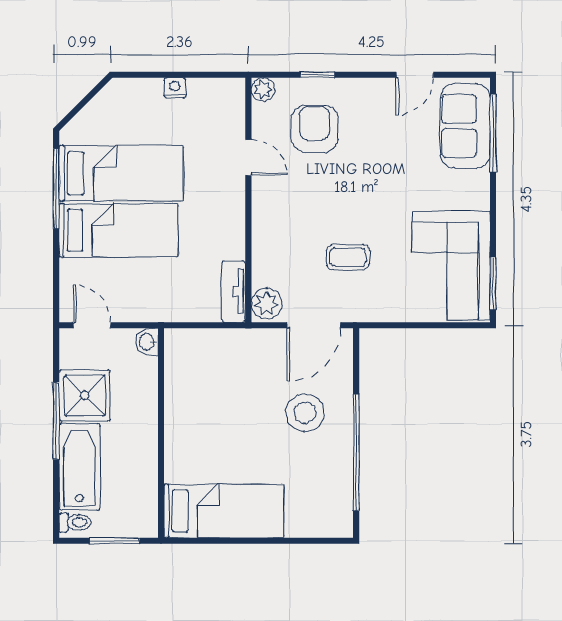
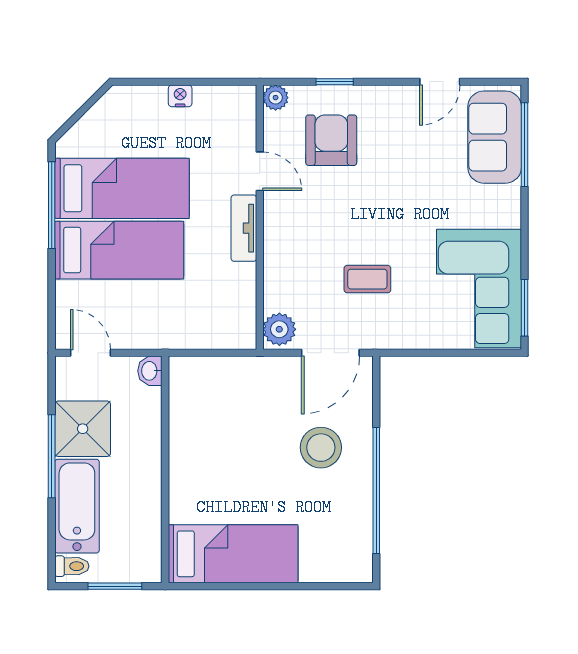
tv unit: (234, 292) -> (244, 228), moved

